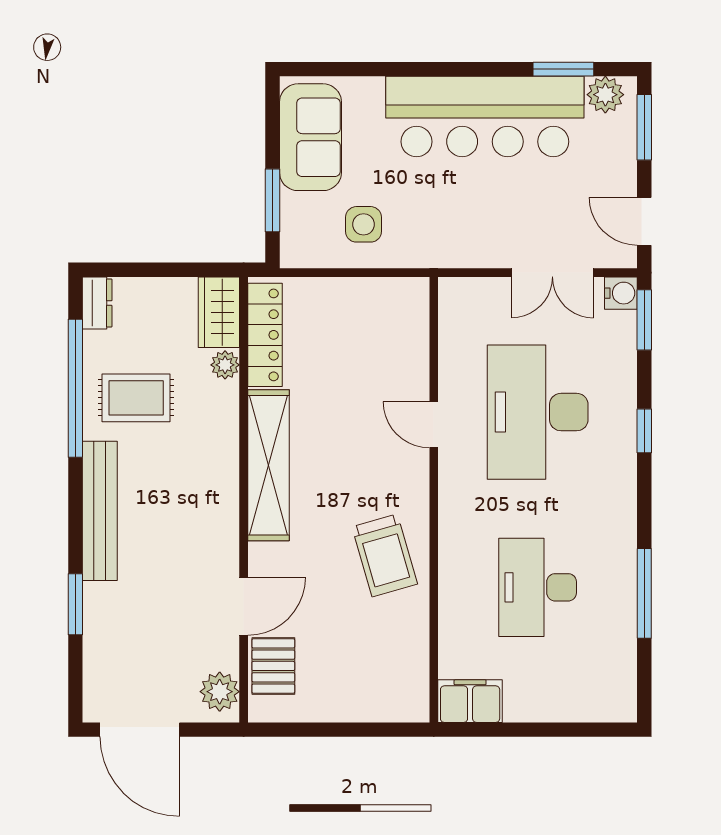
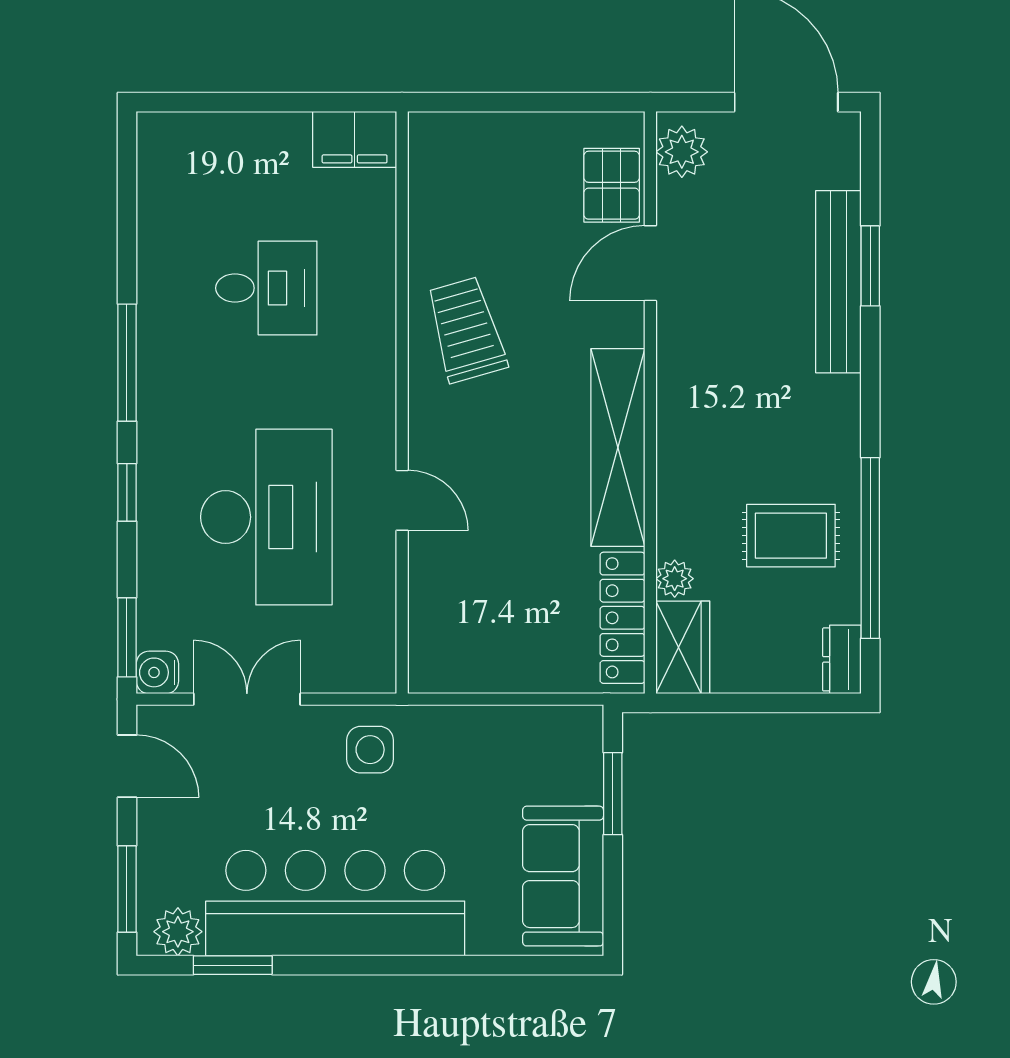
side table: (364, 224) -> (370, 750), moved
bench: (100, 511) -> (838, 282), moved
desk: (538, 587) -> (266, 288), width x0.73
window: (644, 593) -> (127, 363), moved

